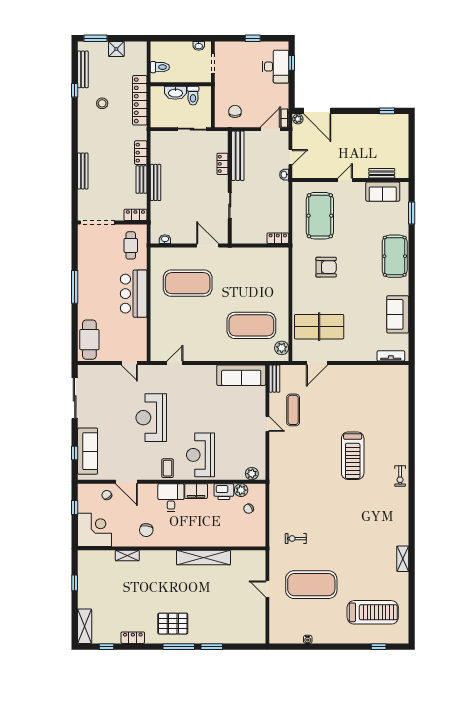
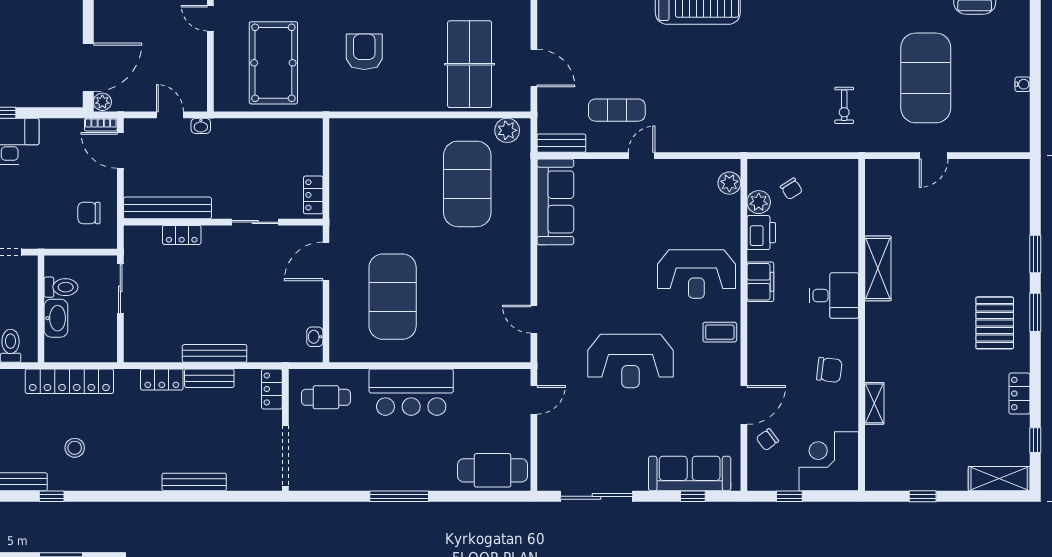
pool table: (320, 216) -> (273, 63), turned 90
locker: (278, 238) -> (313, 195), moved
desk: (171, 497) -> (834, 295), moved, turned 180
shelving: (204, 558) -> (878, 268), width x0.68
window: (179, 647) -> (1035, 312), width x0.69

